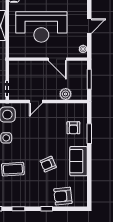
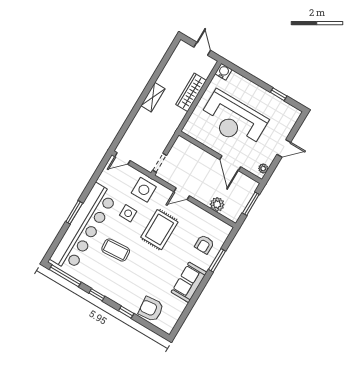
rug: (35, 136) -> (159, 230), added
armchair: (48, 164) -> (156, 267), removed

